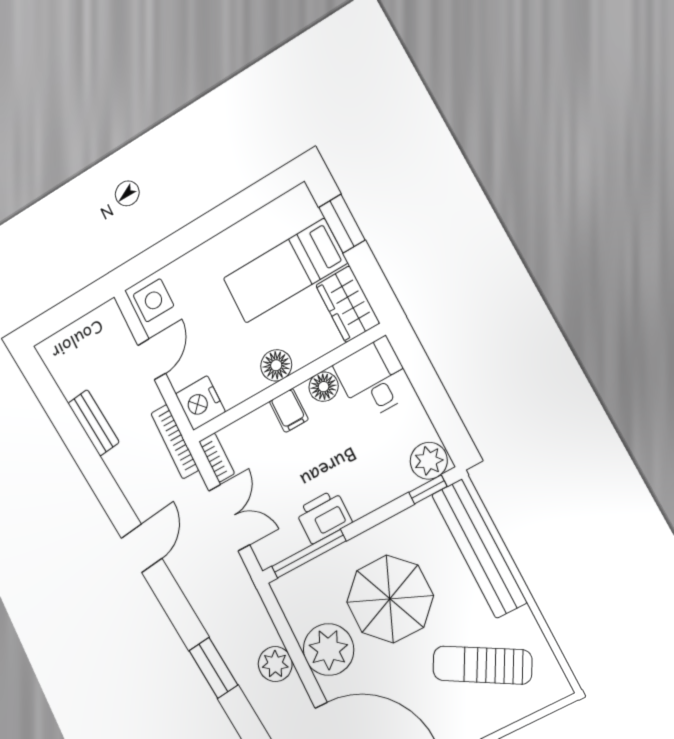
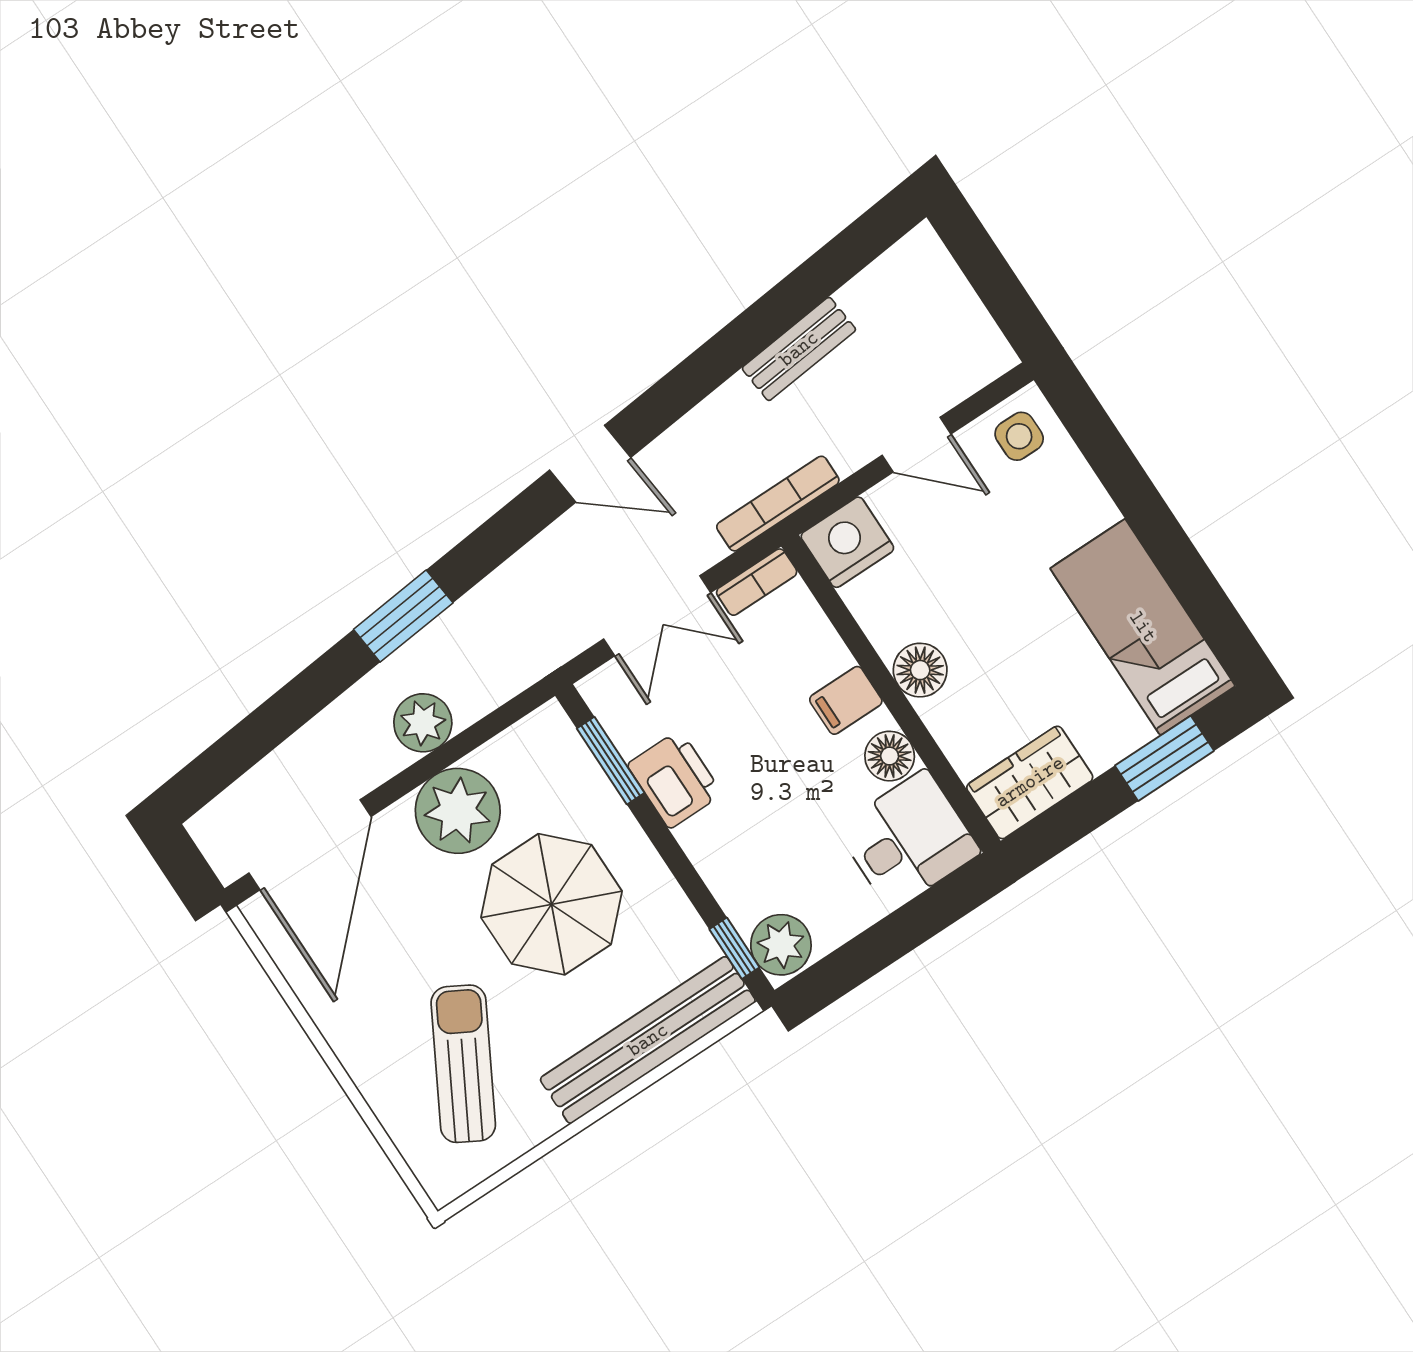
bed: (285, 271) -> (1143, 627), moved
side table: (153, 300) -> (1019, 436), width x0.73, depth x0.73
window: (309, 554) -> (611, 761), width x0.69

